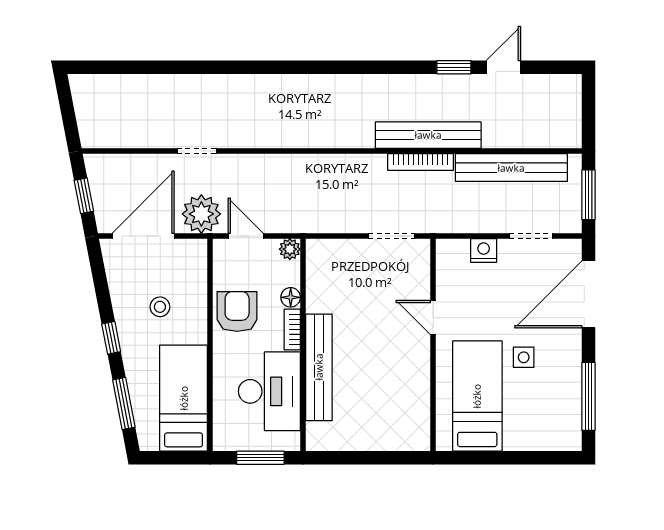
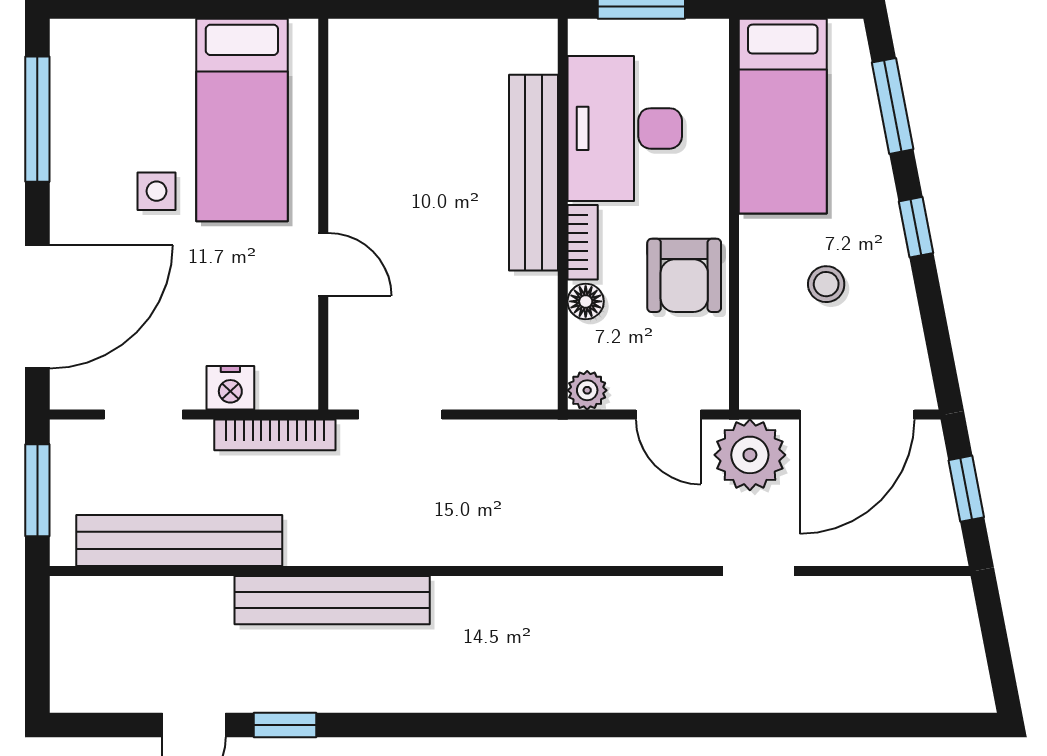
bookcase: (420, 162) -> (275, 435), moved, turned 180

